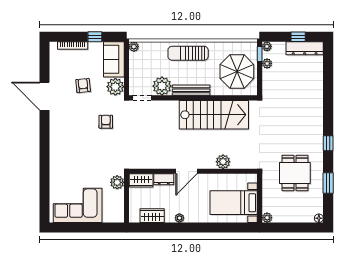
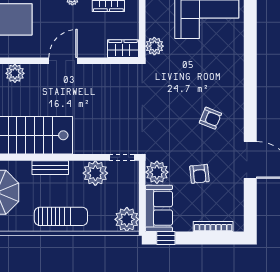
window: (95, 37) -> (166, 238), moved
plant: (134, 47) -> (127, 219), width x1.88, depth x1.88
bench: (191, 90) -> (50, 168), width x0.73
armchair: (106, 122) -> (210, 118), moved, turned -68
dresser: (164, 179) -> (93, 50), removed

